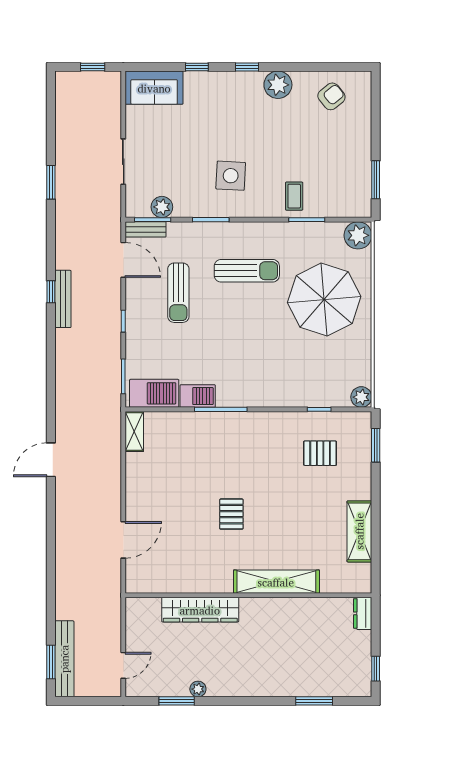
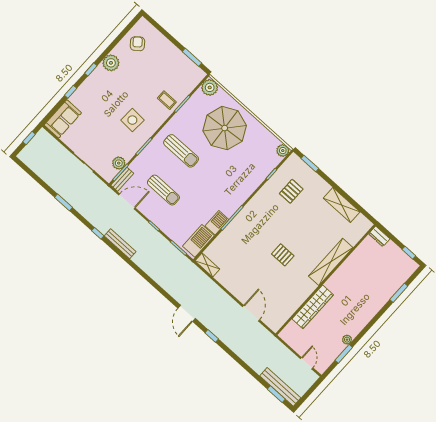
sun lounger: (247, 271) -> (181, 151), turned 90
window: (51, 292) -> (98, 233), moved
window: (51, 516) -> (212, 336), added

